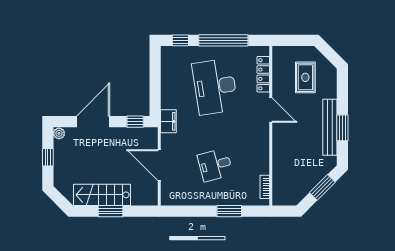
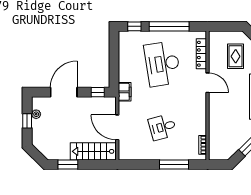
plant: (59, 133) -> (36, 114), moved
stairs: (102, 195) -> (93, 151), moved
window: (111, 211) -> (68, 164), moved
window: (229, 211) -> (174, 164), width x1.44

